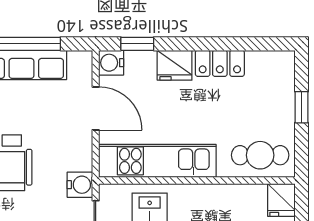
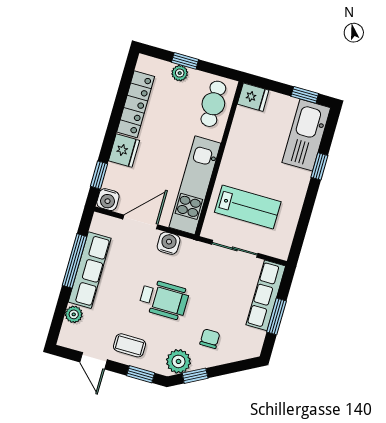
locker: (220, 63) -> (136, 104), width x1.53
plant: (285, 105) -> (180, 73), added
water cooler: (80, 185) -> (169, 243), moved

